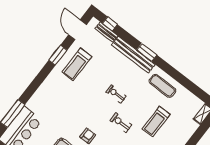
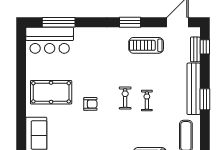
window: (58, 55) -> (130, 22), moved
exercise bike: (121, 123) -> (125, 98), moved

